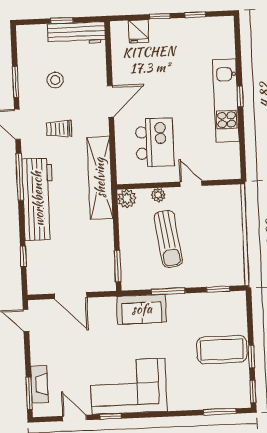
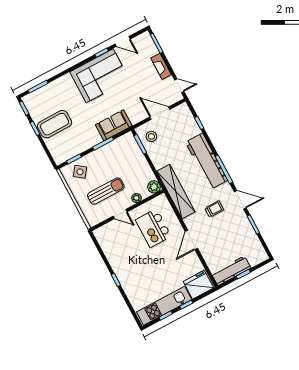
fridge: (139, 31) -> (198, 285), width x1.88, depth x1.34
stool: (55, 80) -> (151, 136), moved
kitchen unit: (226, 101) -> (164, 306), moved, turned -90
sun lounger: (168, 239) -> (106, 191), moved, turned 98
side table: (218, 268) -> (80, 172), added
fireplace: (39, 384) -> (161, 66), moved

